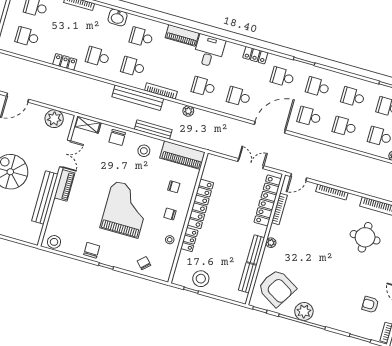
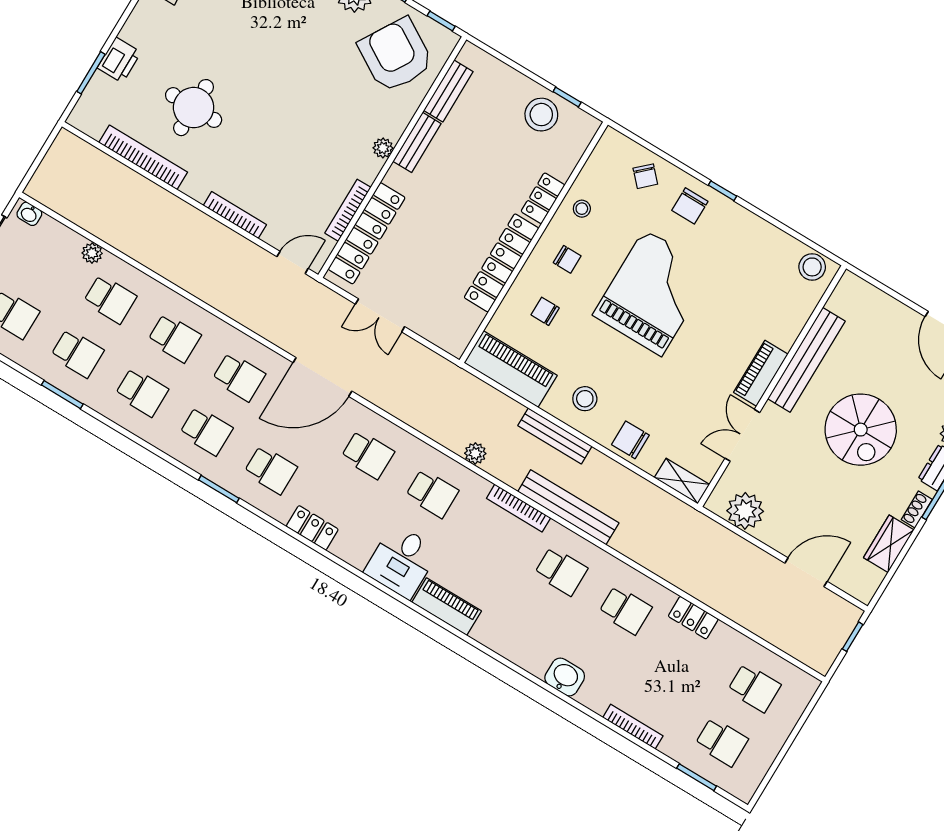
school desk: (141, 37) -> (528, 625), removed
chair: (117, 137) -> (630, 440), turned -90
grand piano: (125, 209) -> (653, 293), turned 180
chair: (92, 250) -> (690, 206), moved

